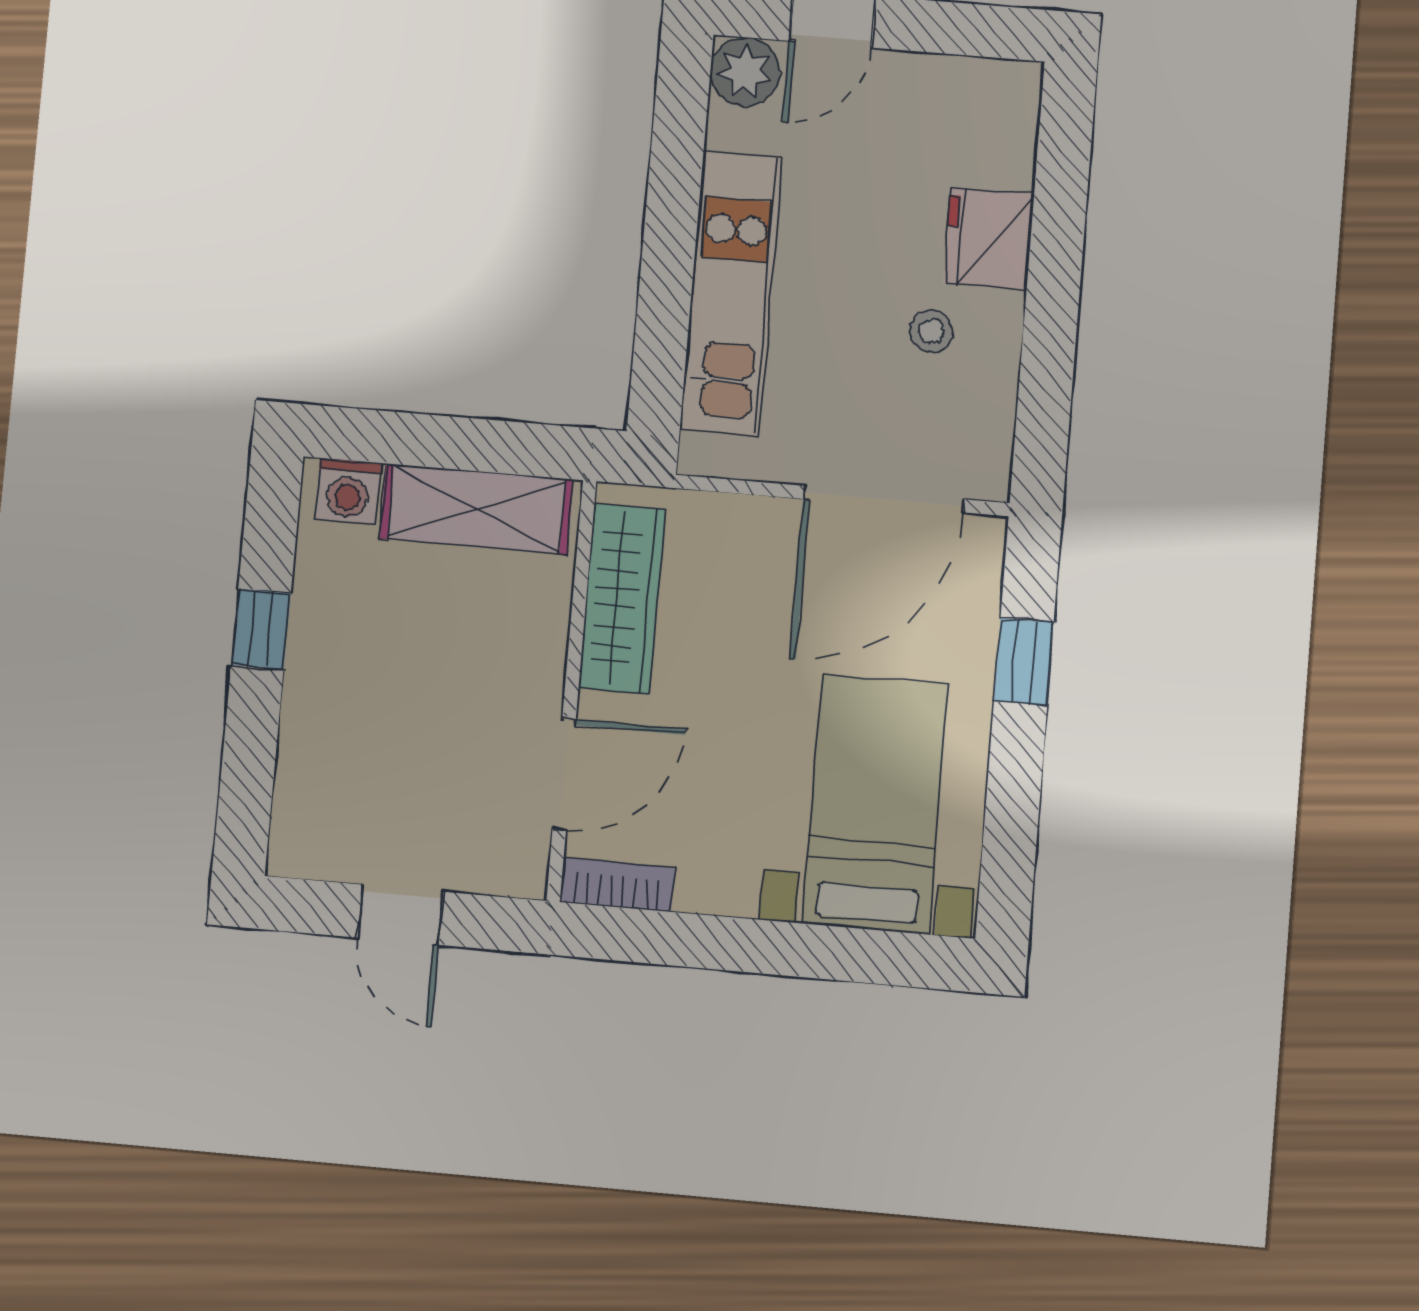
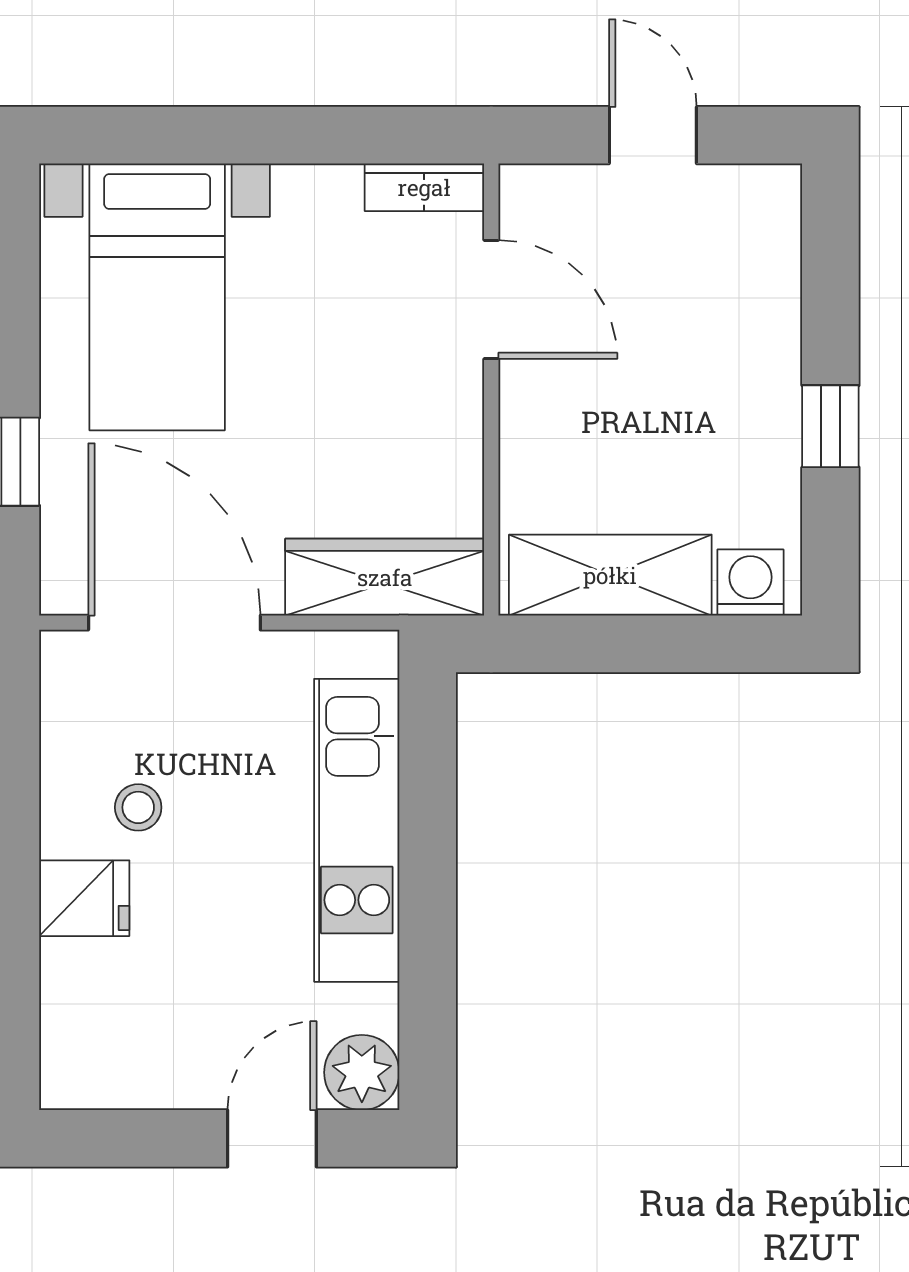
fridge: (989, 239) -> (84, 898), width x0.72
door: (884, 499) -> (174, 623), hinge flipped
wardrobe: (622, 599) -> (385, 577), moved, turned 90
door: (564, 774) -> (491, 300), swing flipped

